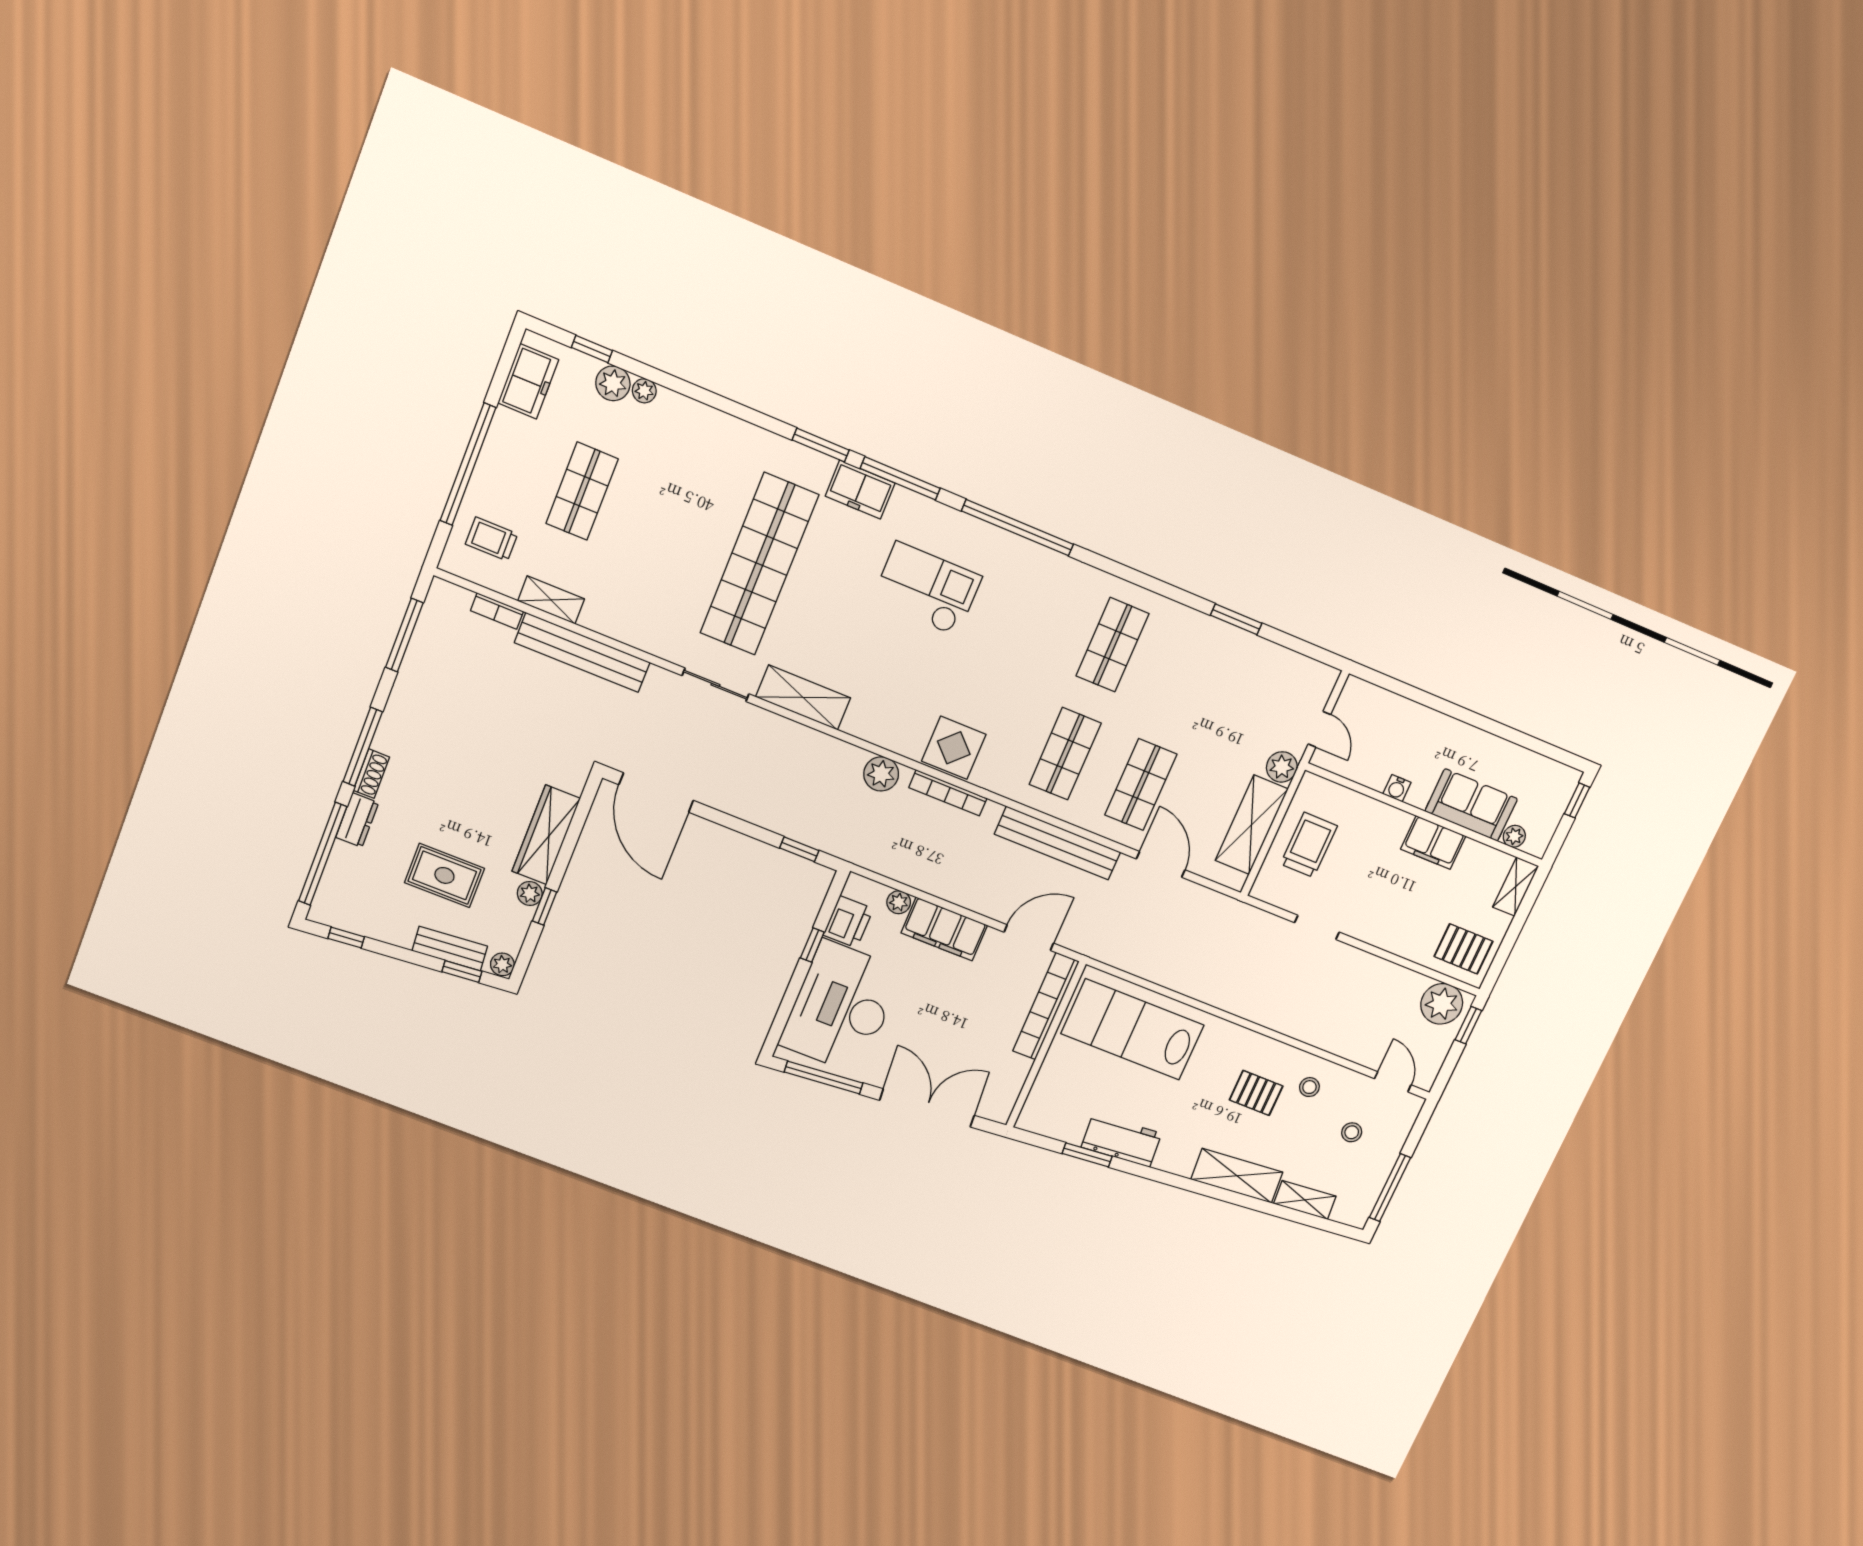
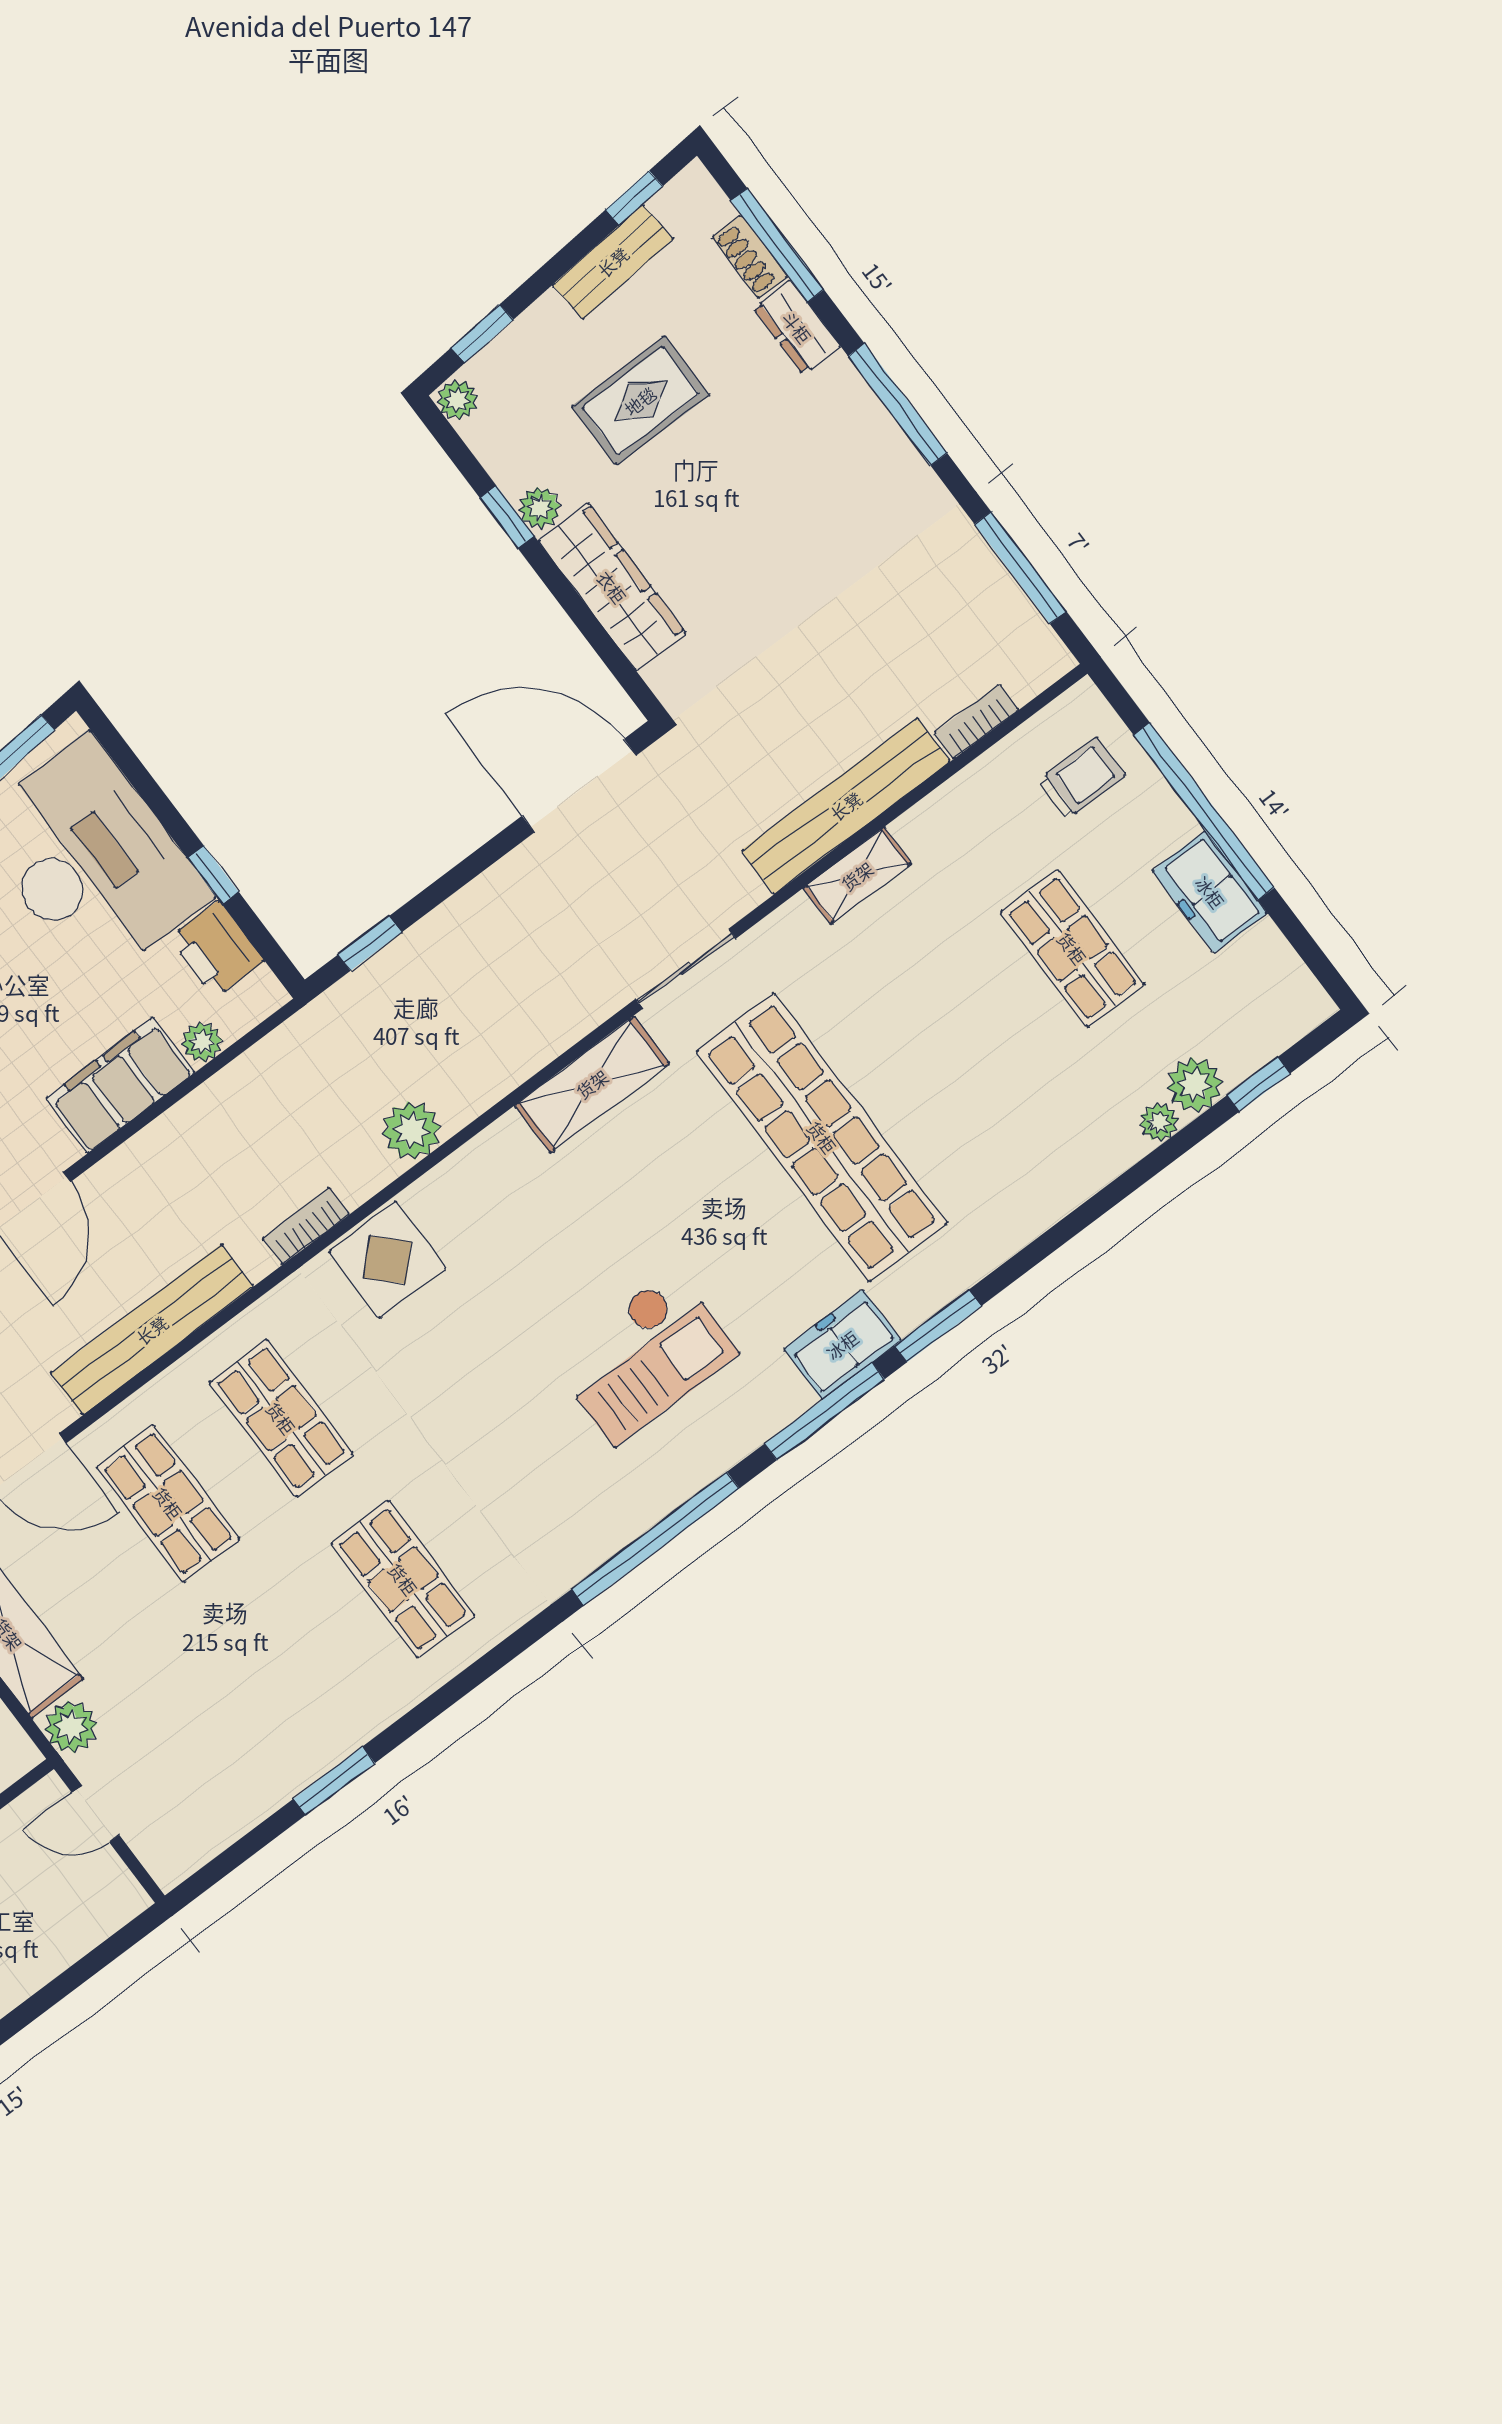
freezer: (528, 381) -> (1210, 892), moved
shelving: (551, 600) -> (857, 876), moved
shoe rack: (371, 774) -> (750, 257), moved
bookcase: (948, 793) -> (306, 1226), width x0.64
window: (323, 854) -> (777, 245), width x0.68
bench: (450, 949) -> (613, 262), moved

